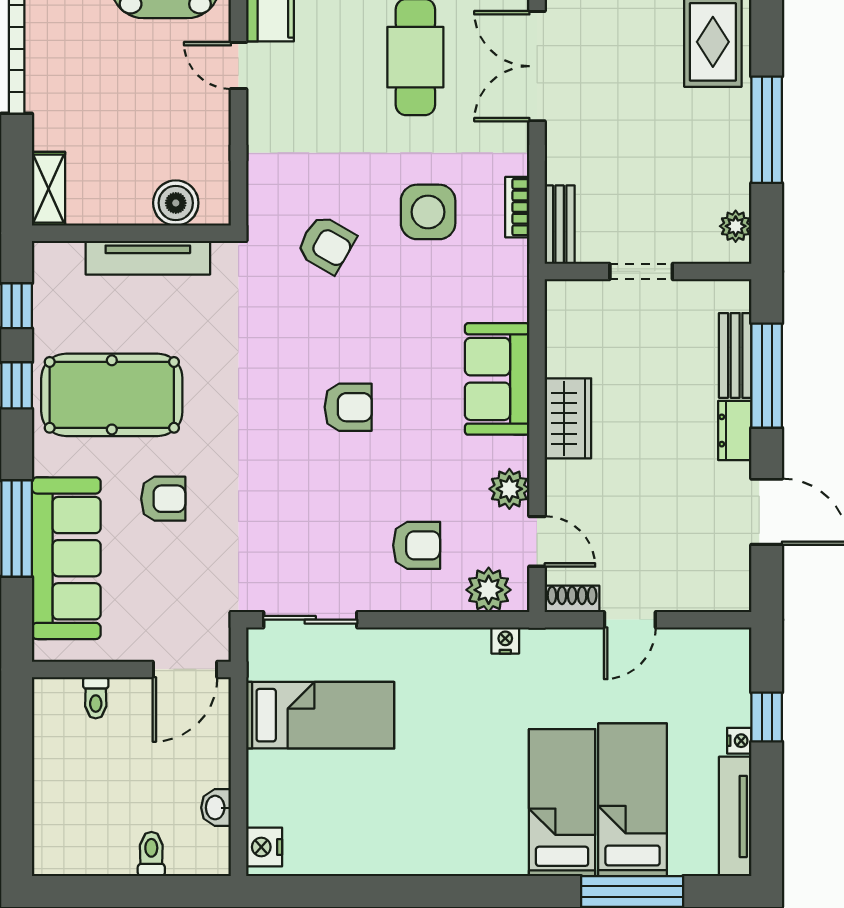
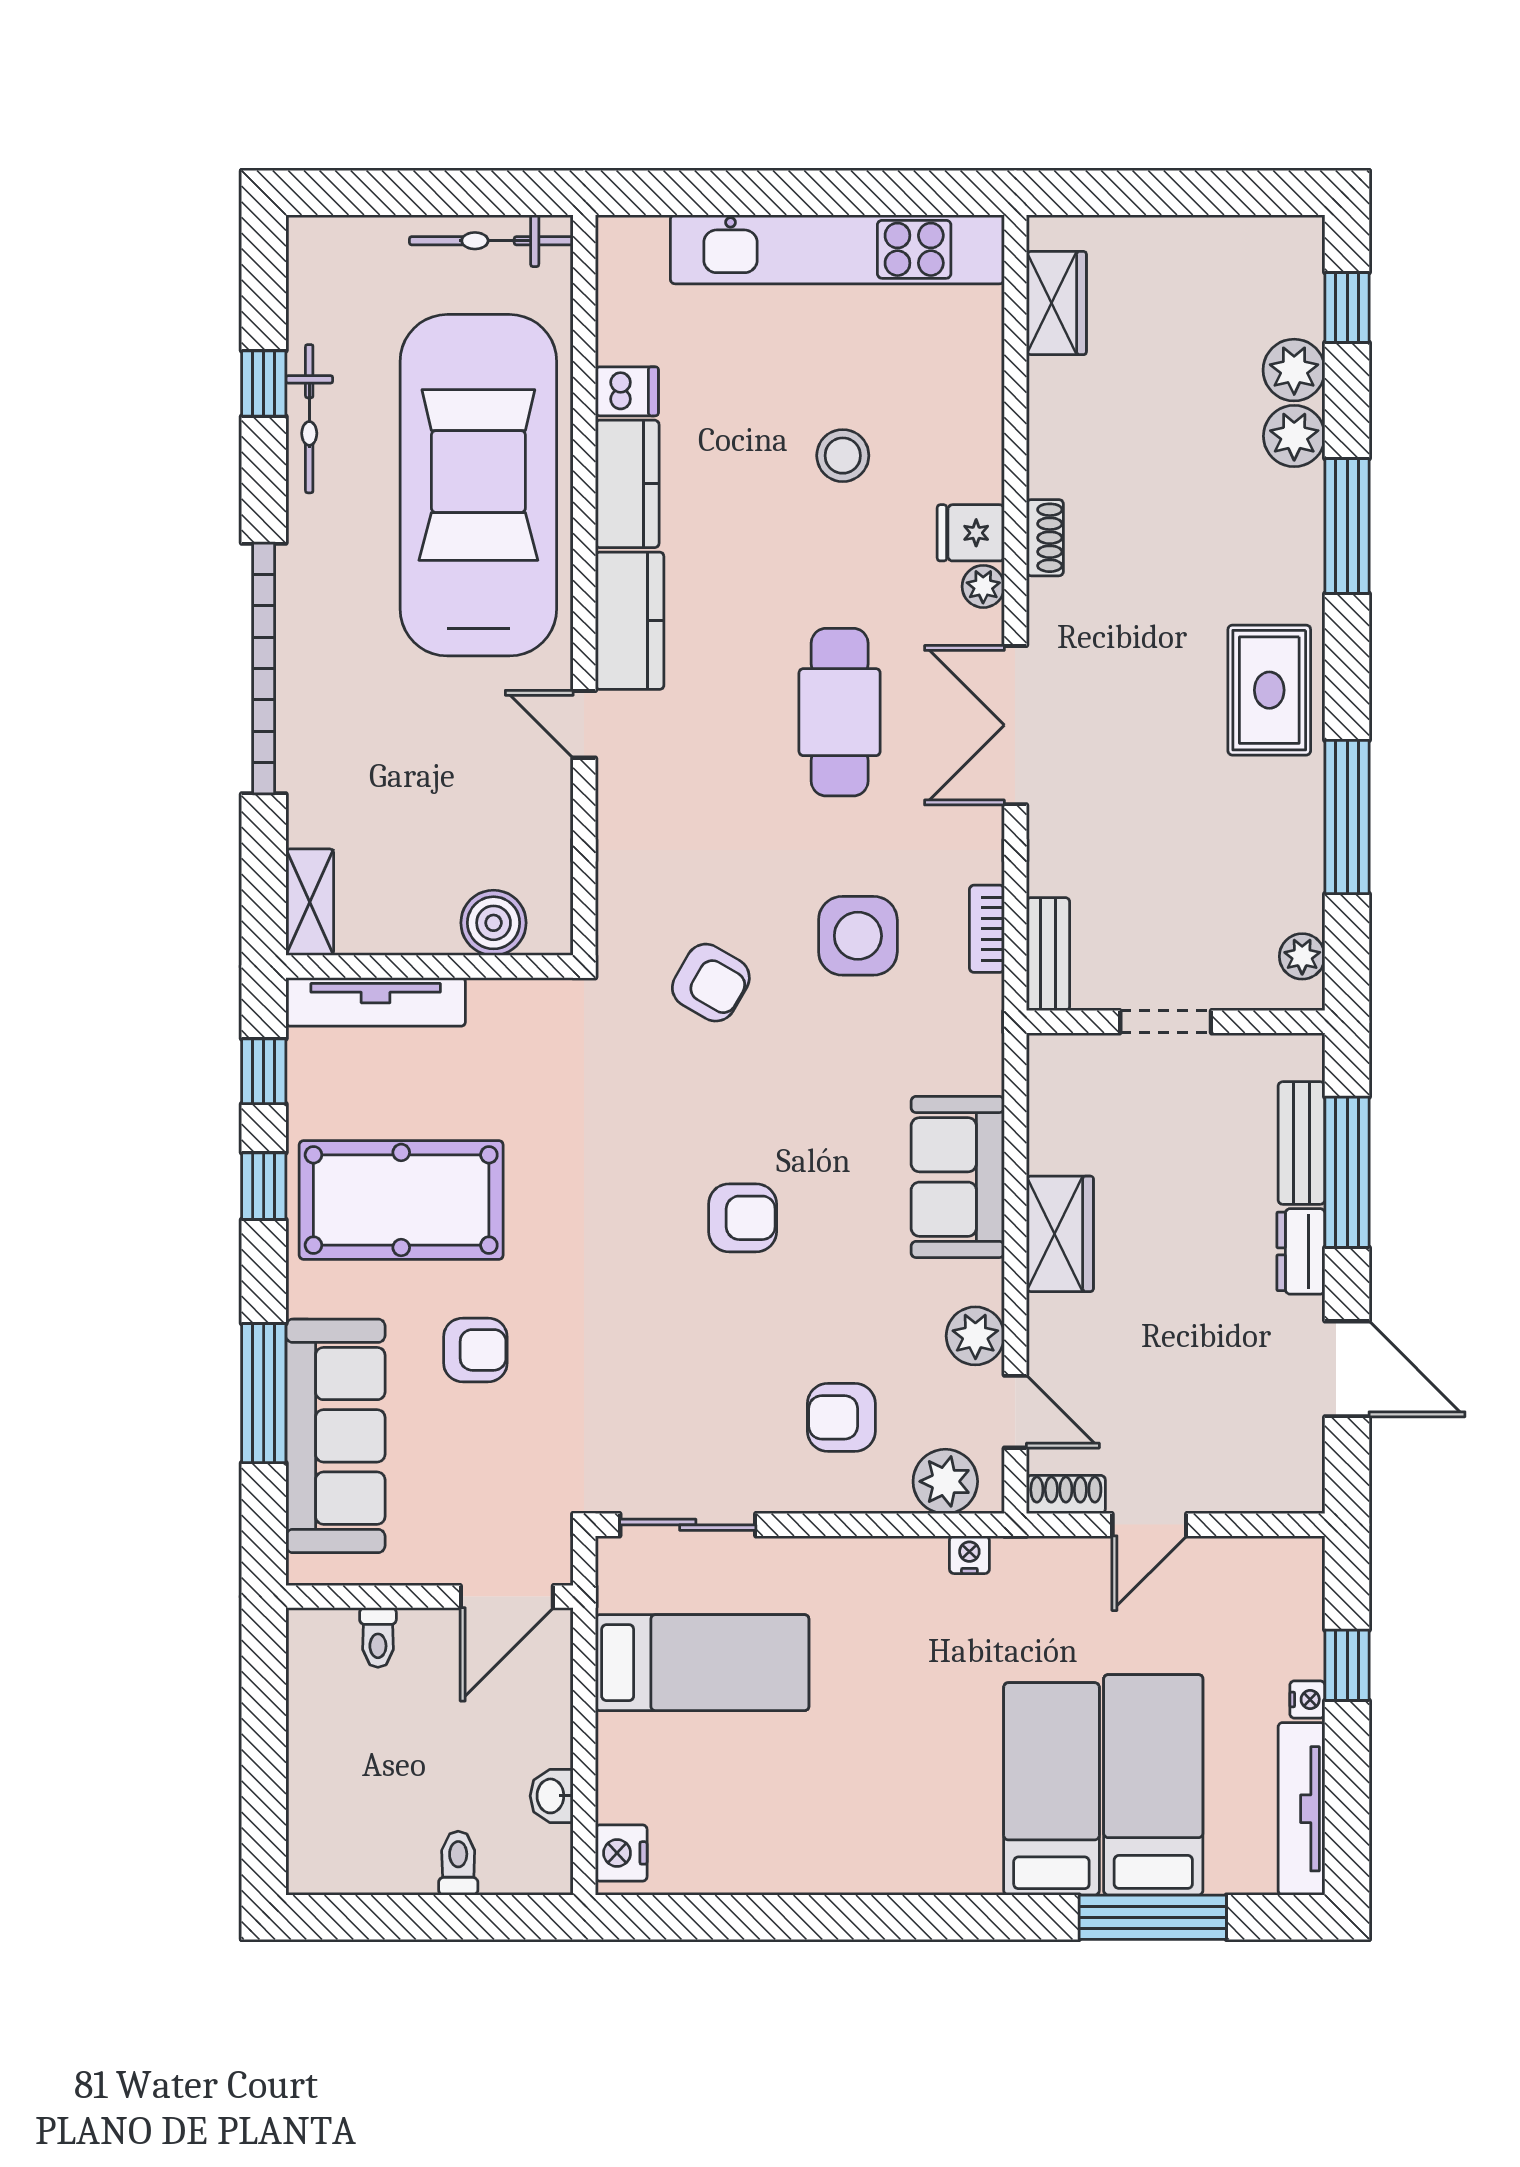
tv unit: (148, 258) -> (376, 1002), moved
armchair: (417, 545) -> (841, 1417), turned 180

